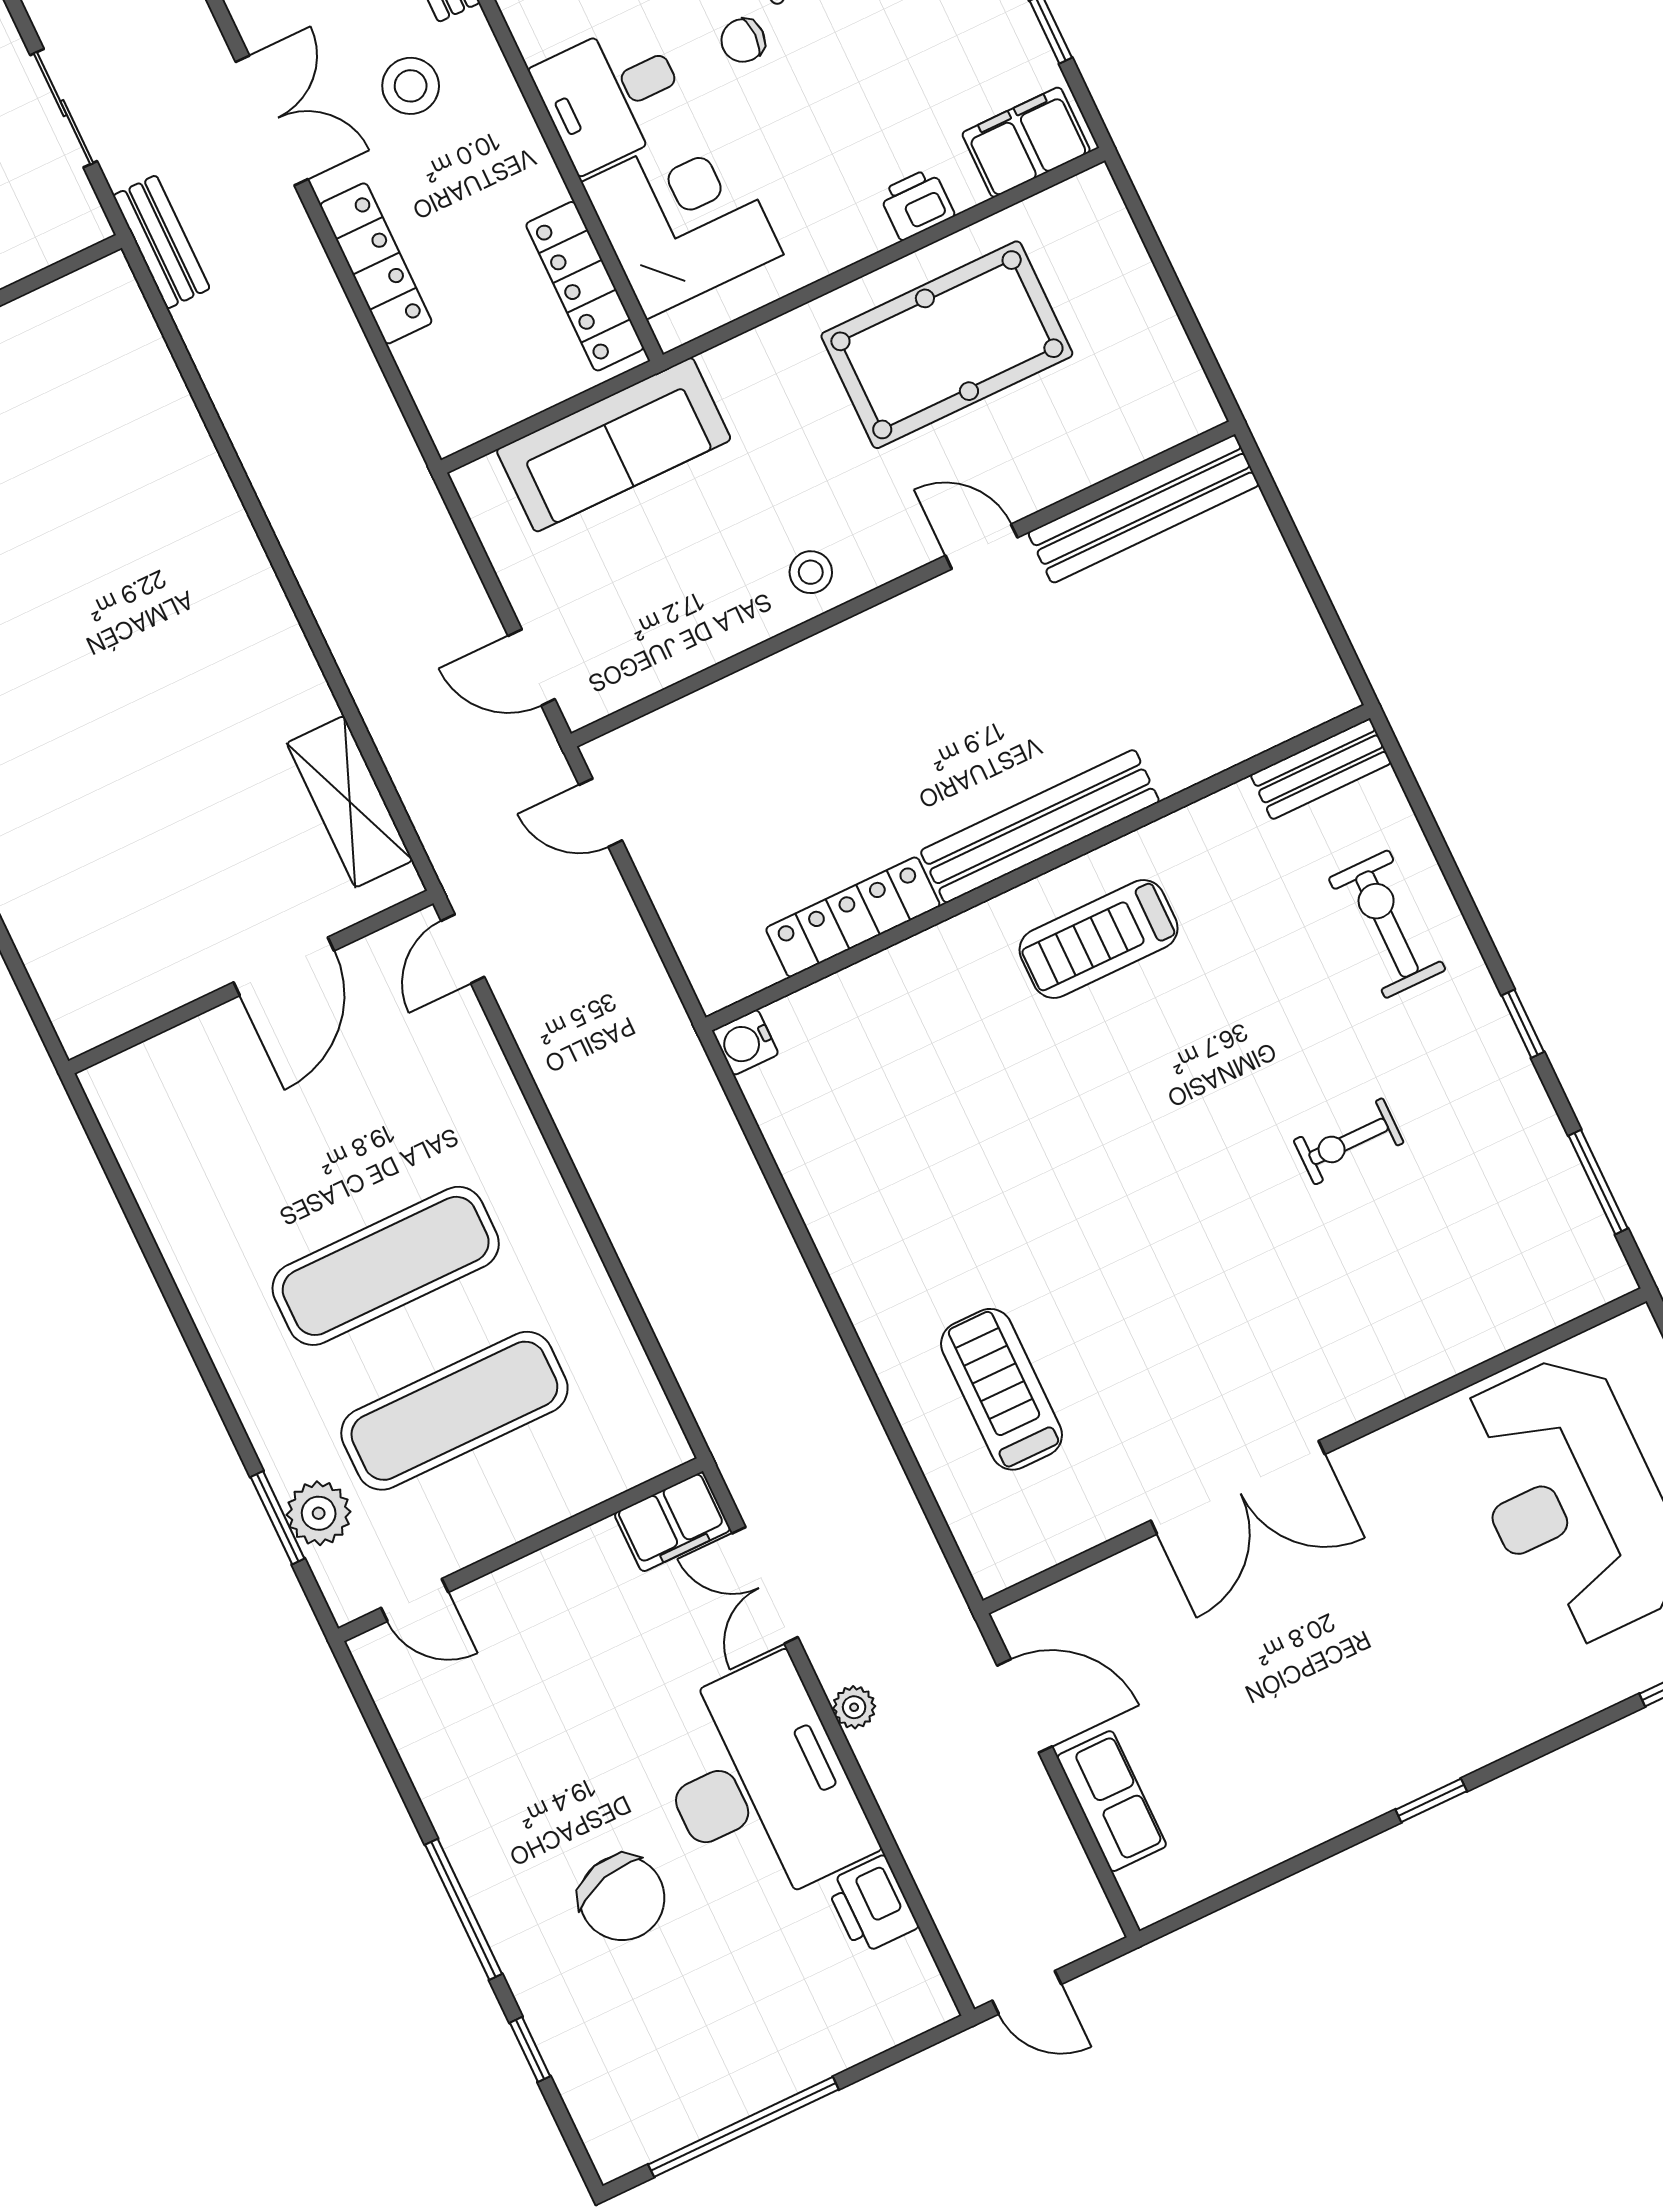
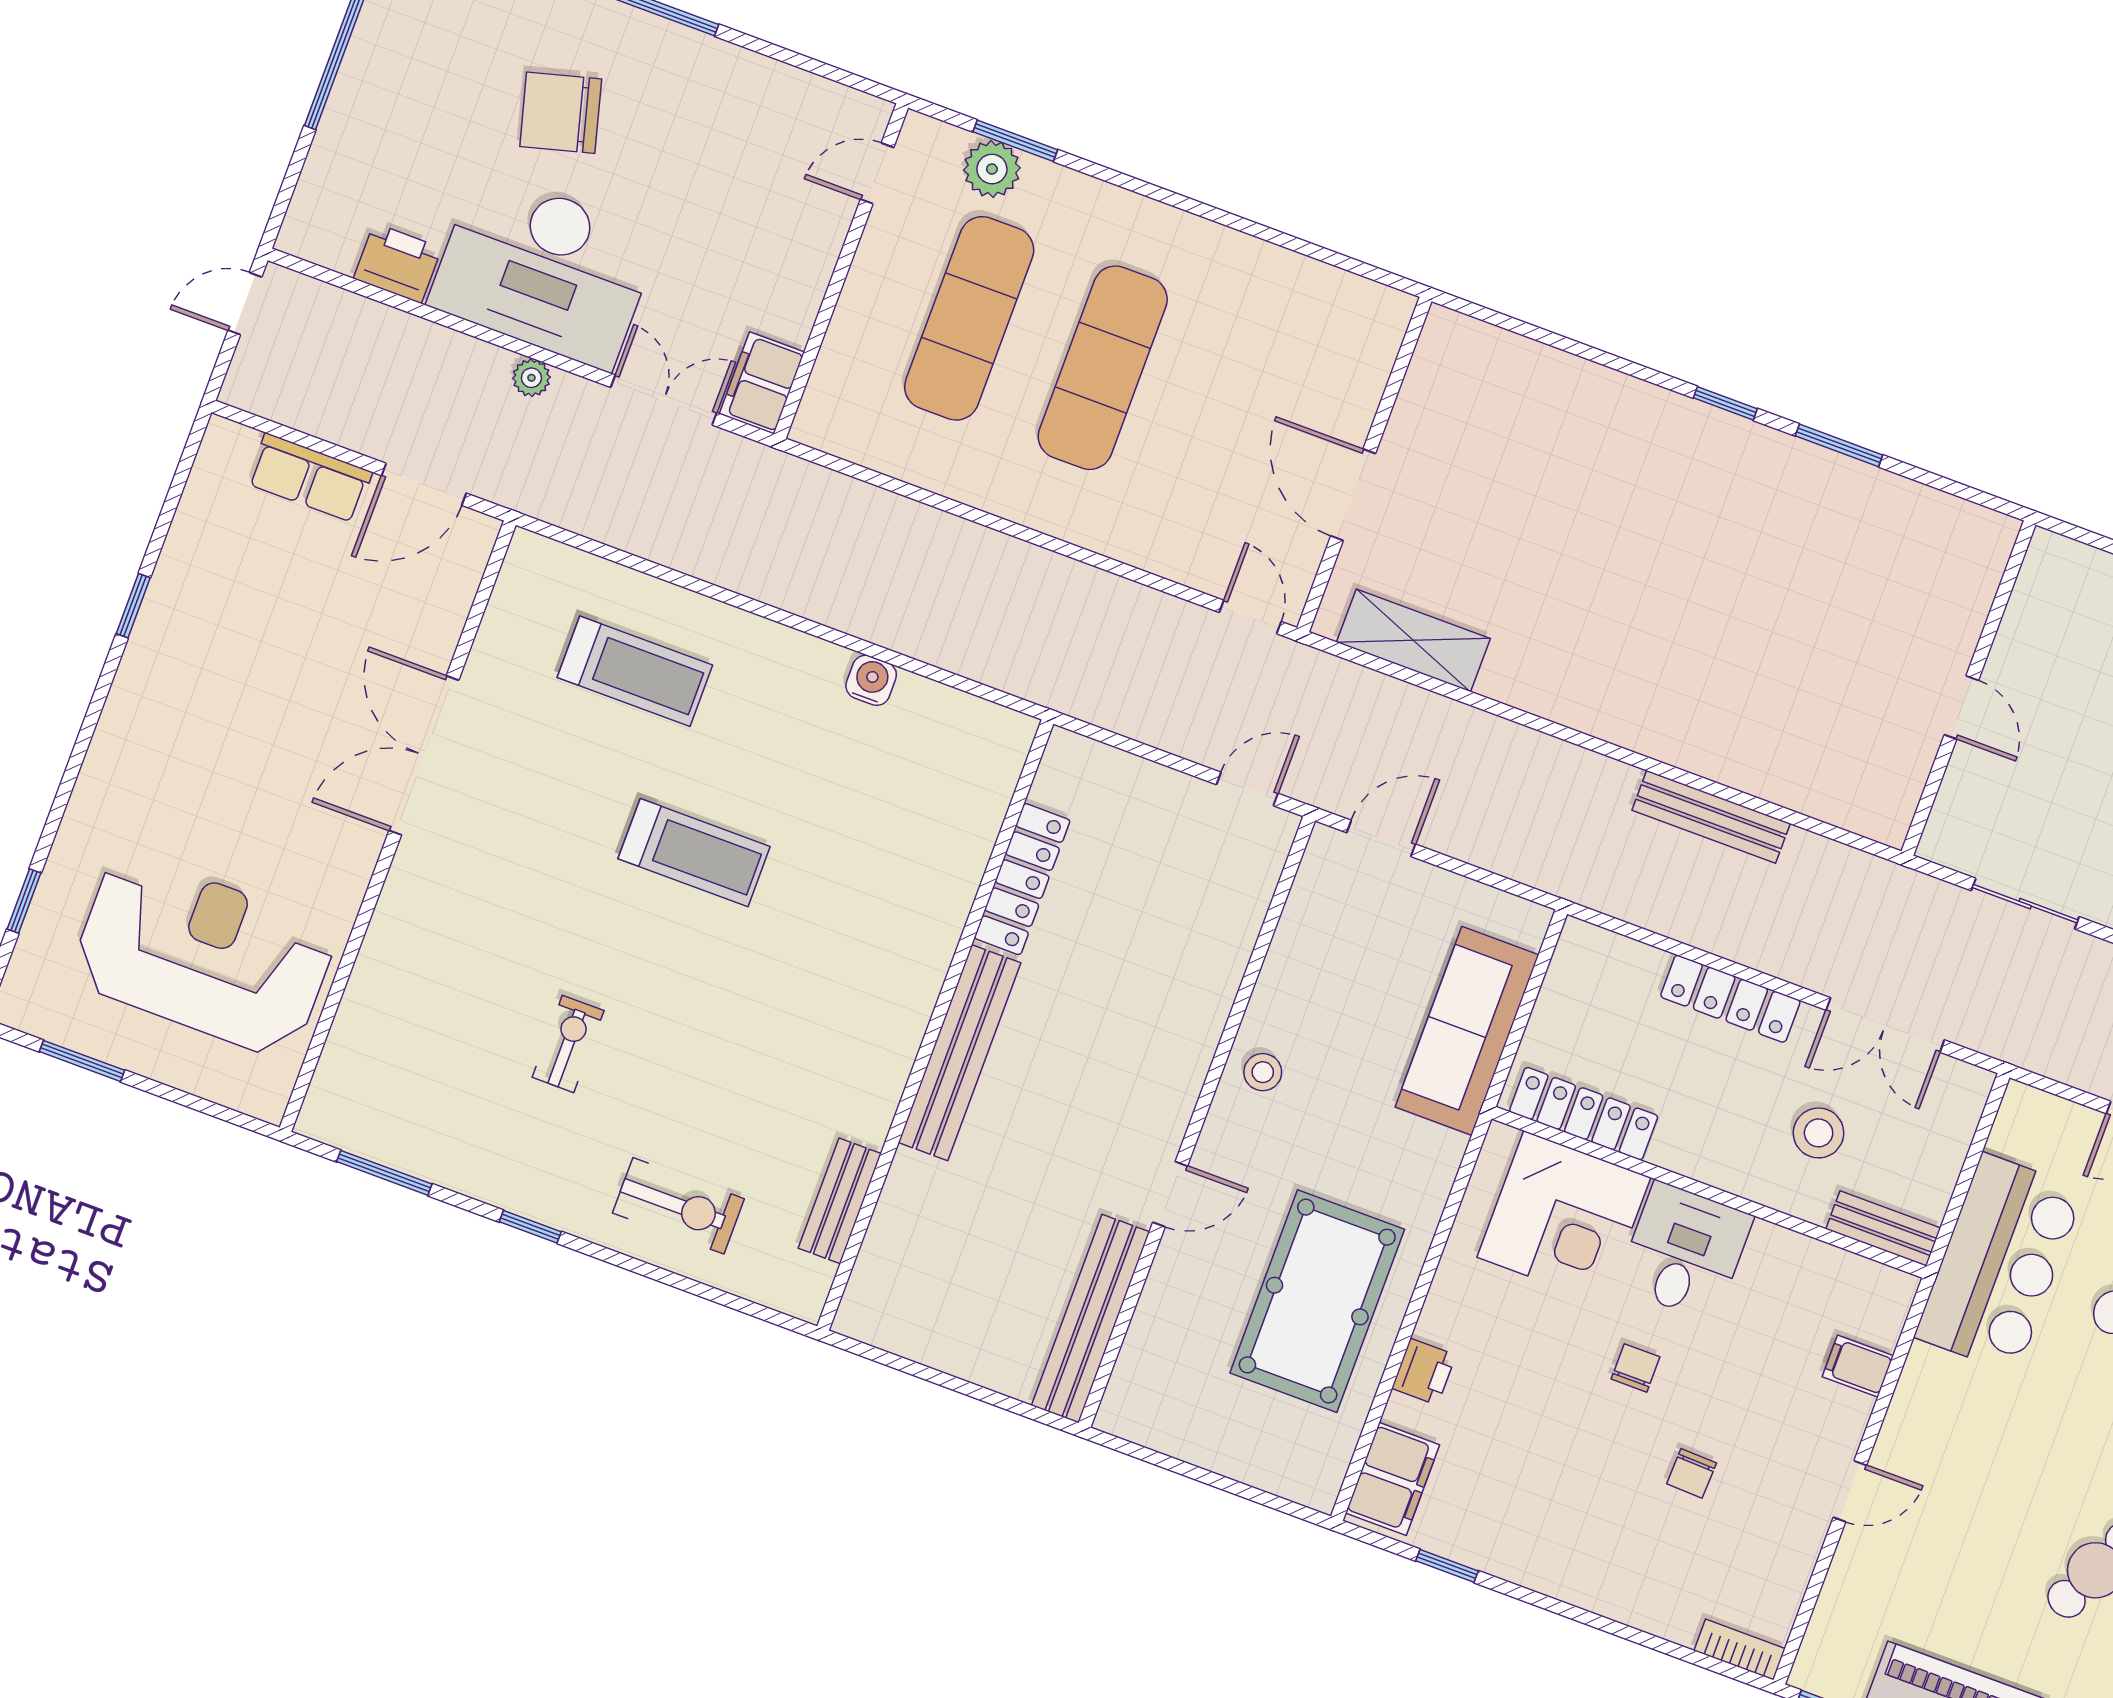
bench: (161, 242) -> (1711, 817), moved, width x1.36
bench: (1321, 769) -> (840, 1201), moved
treadmill: (1099, 939) -> (694, 853), moved, turned 90
water cooler: (745, 1042) -> (871, 680), moved
window: (1431, 1800) -> (133, 606), moved

